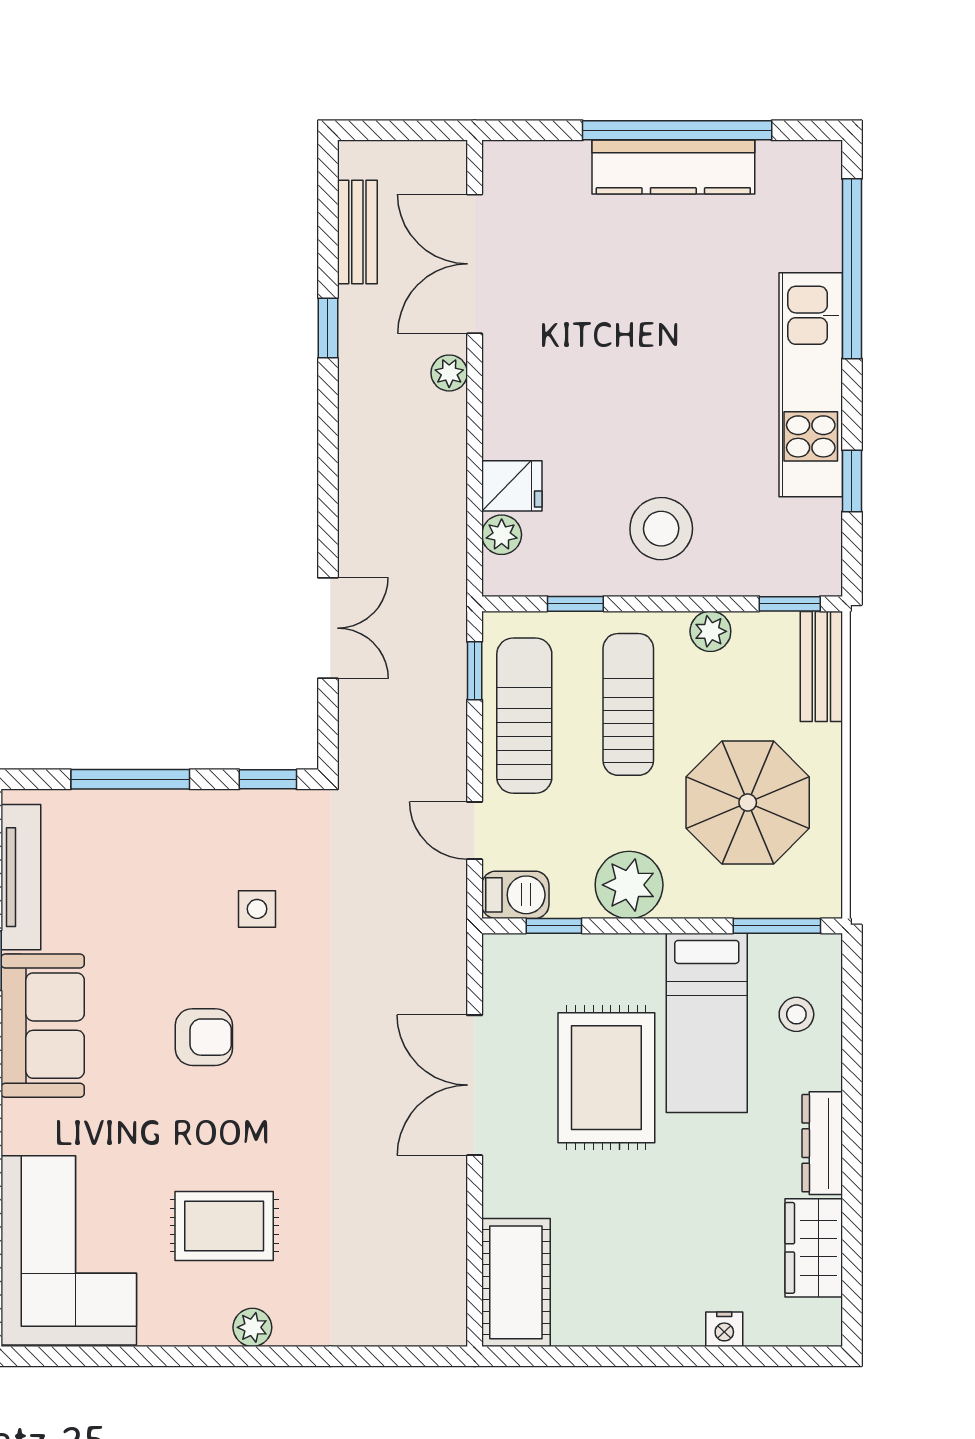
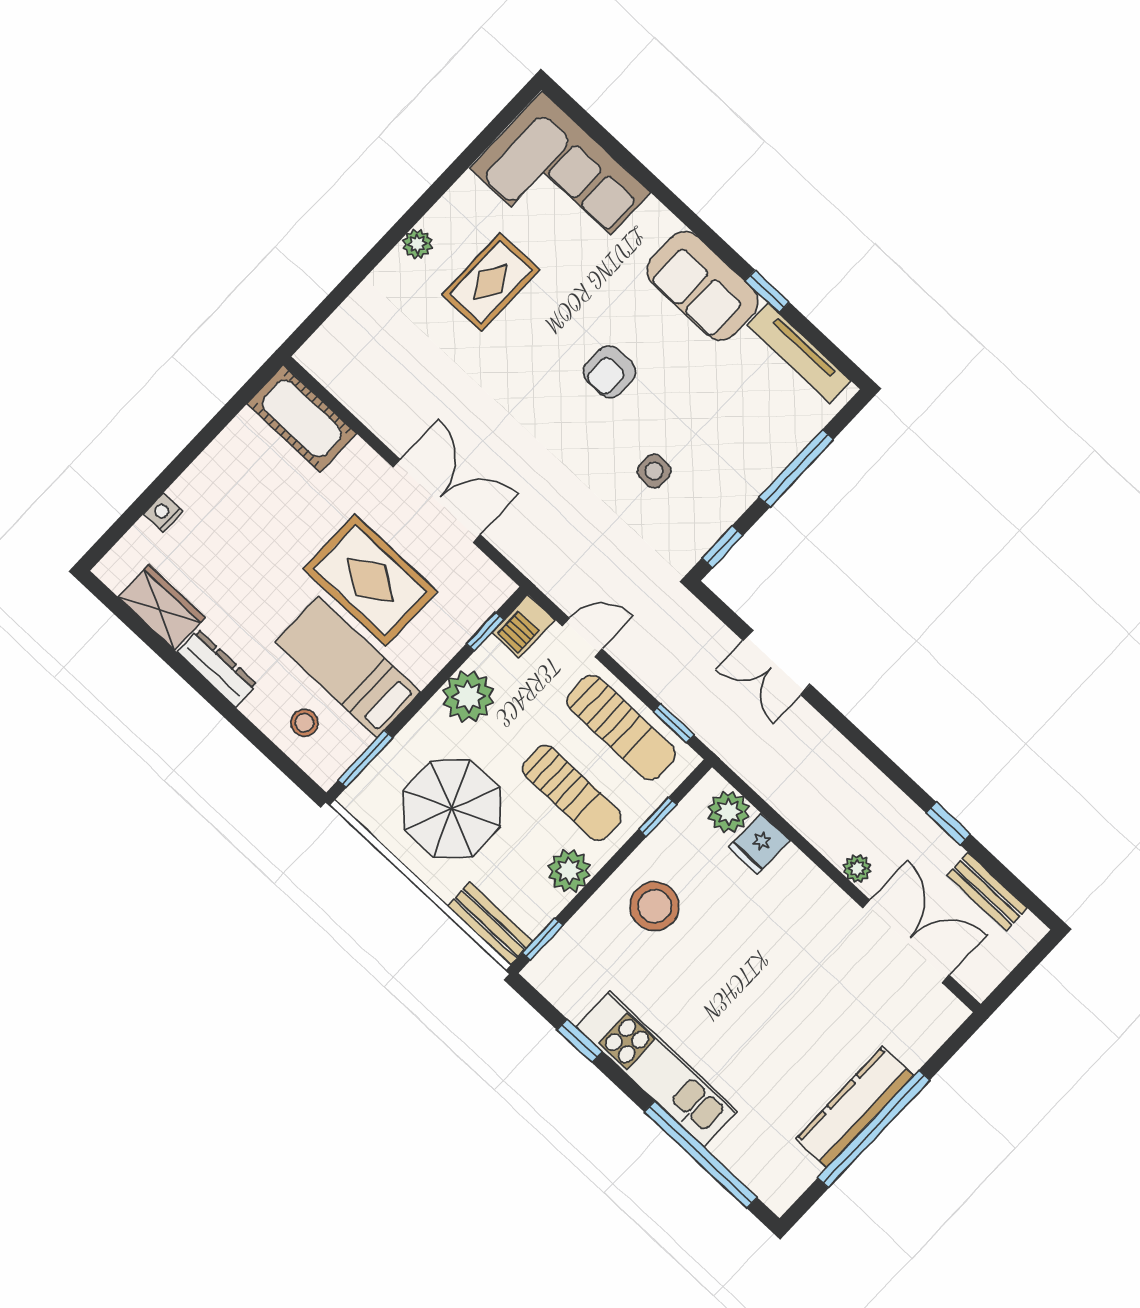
plant: (502, 535) -> (729, 812), width x1.38, depth x1.38
plant: (710, 631) -> (569, 871), width x1.38, depth x1.38

